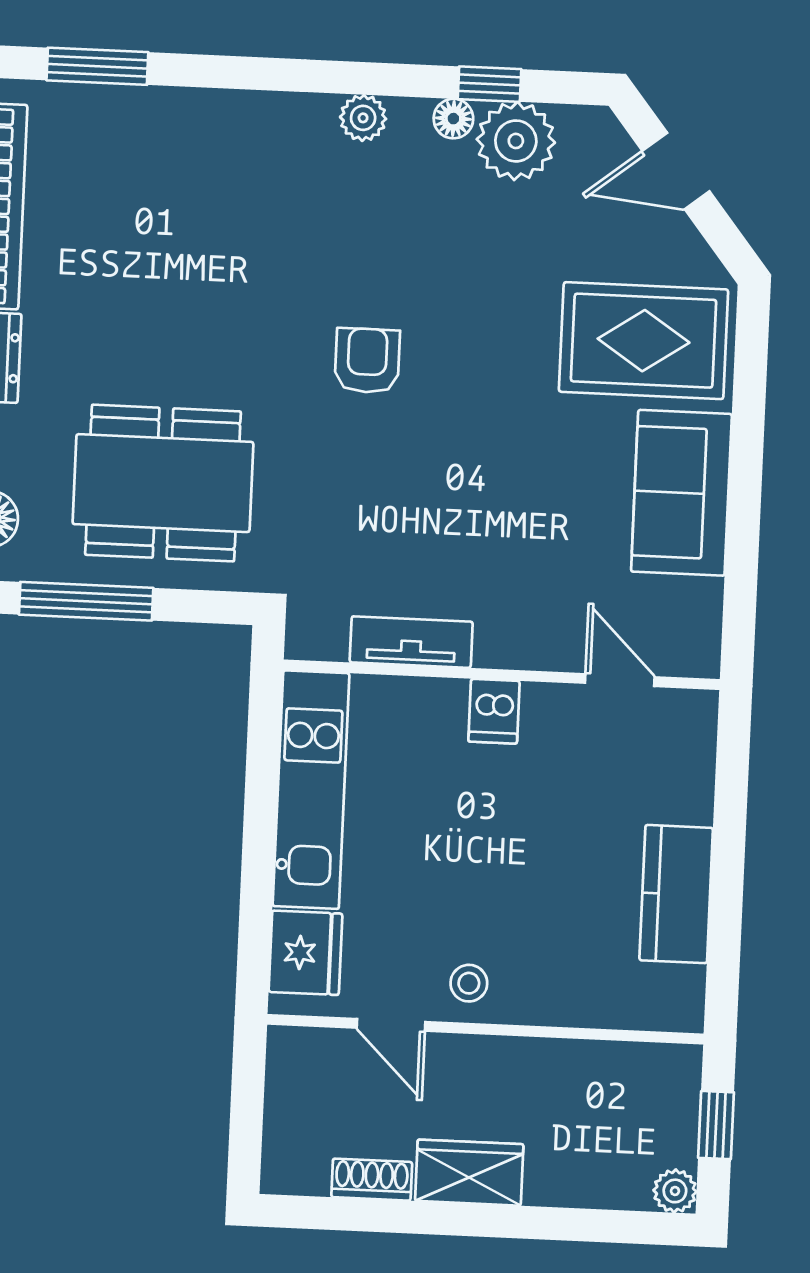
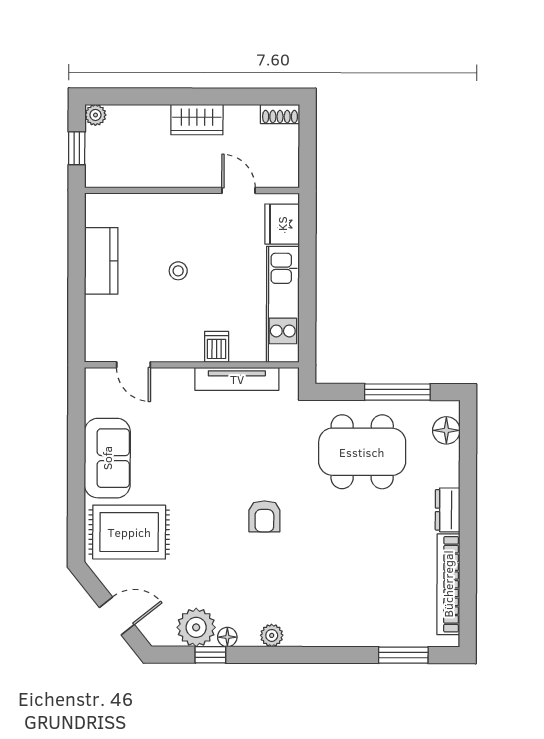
tv unit: (411, 642) -> (237, 379), width x1.41
dishwasher: (494, 711) -> (217, 347), moved
stool: (469, 983) -> (178, 271), moved
shoe rack: (372, 1180) -> (280, 114), moved

